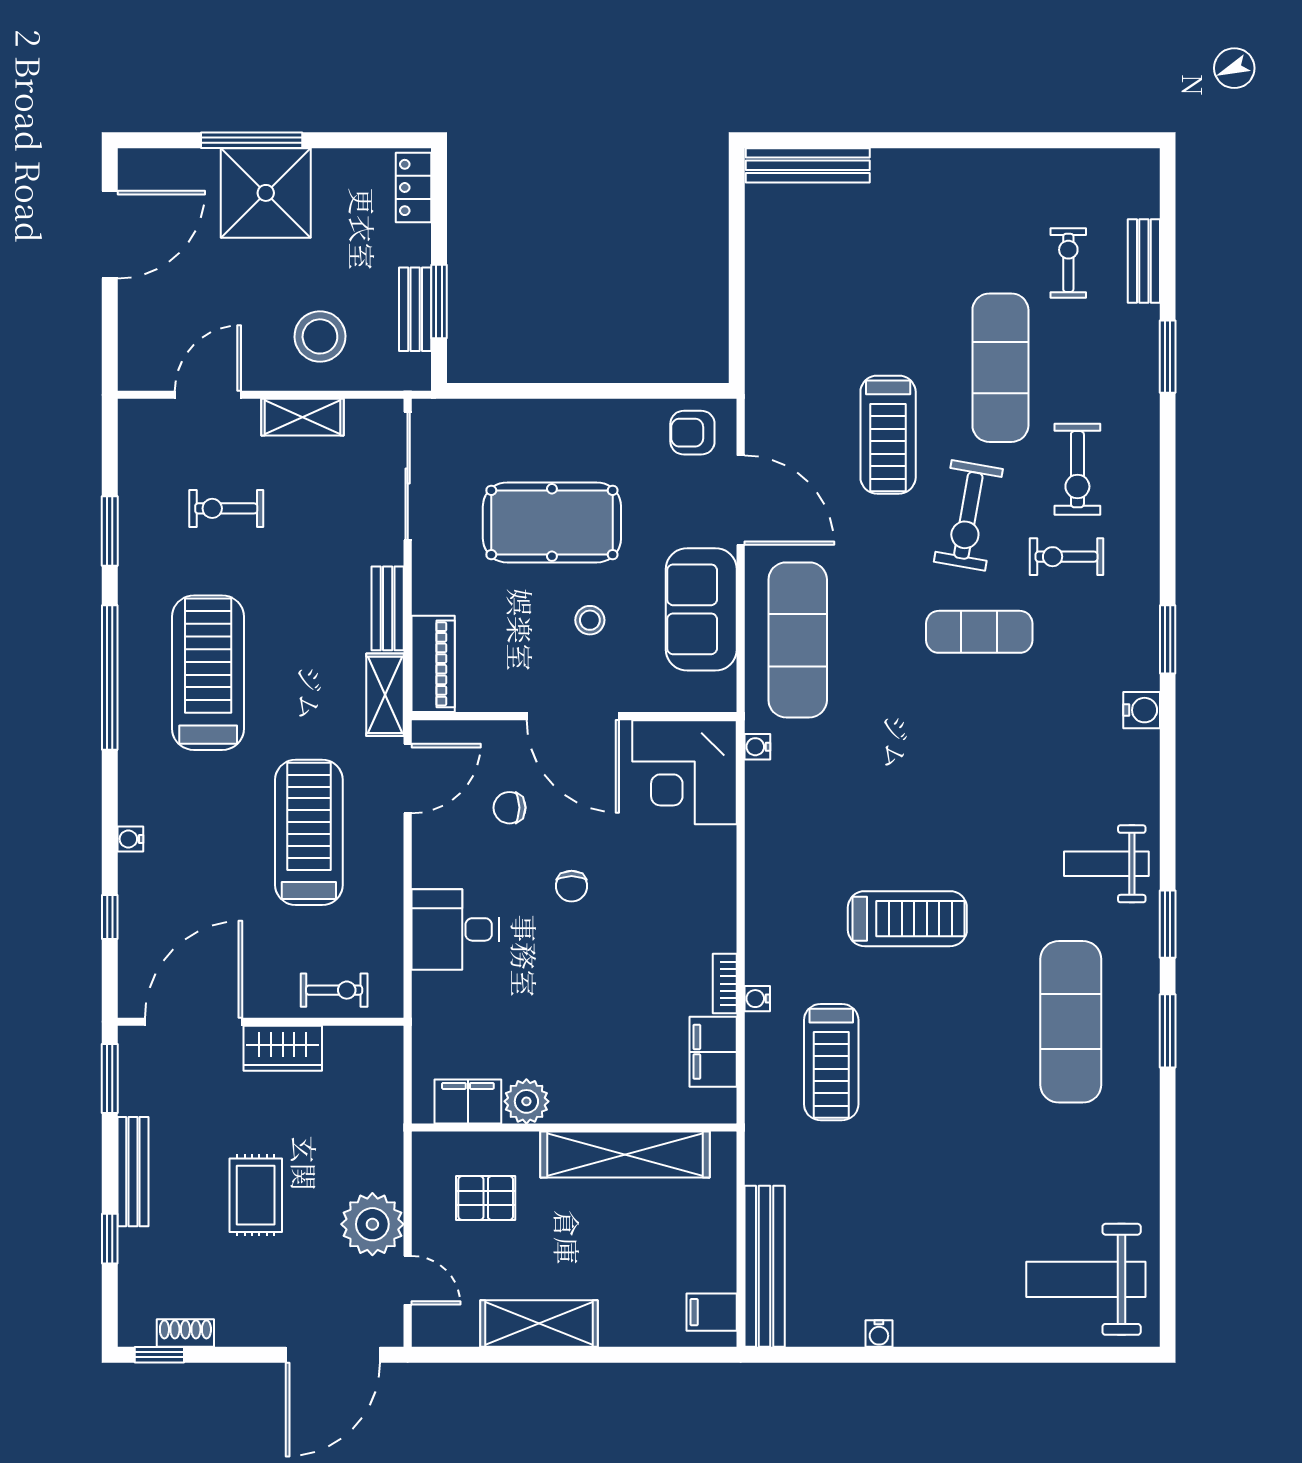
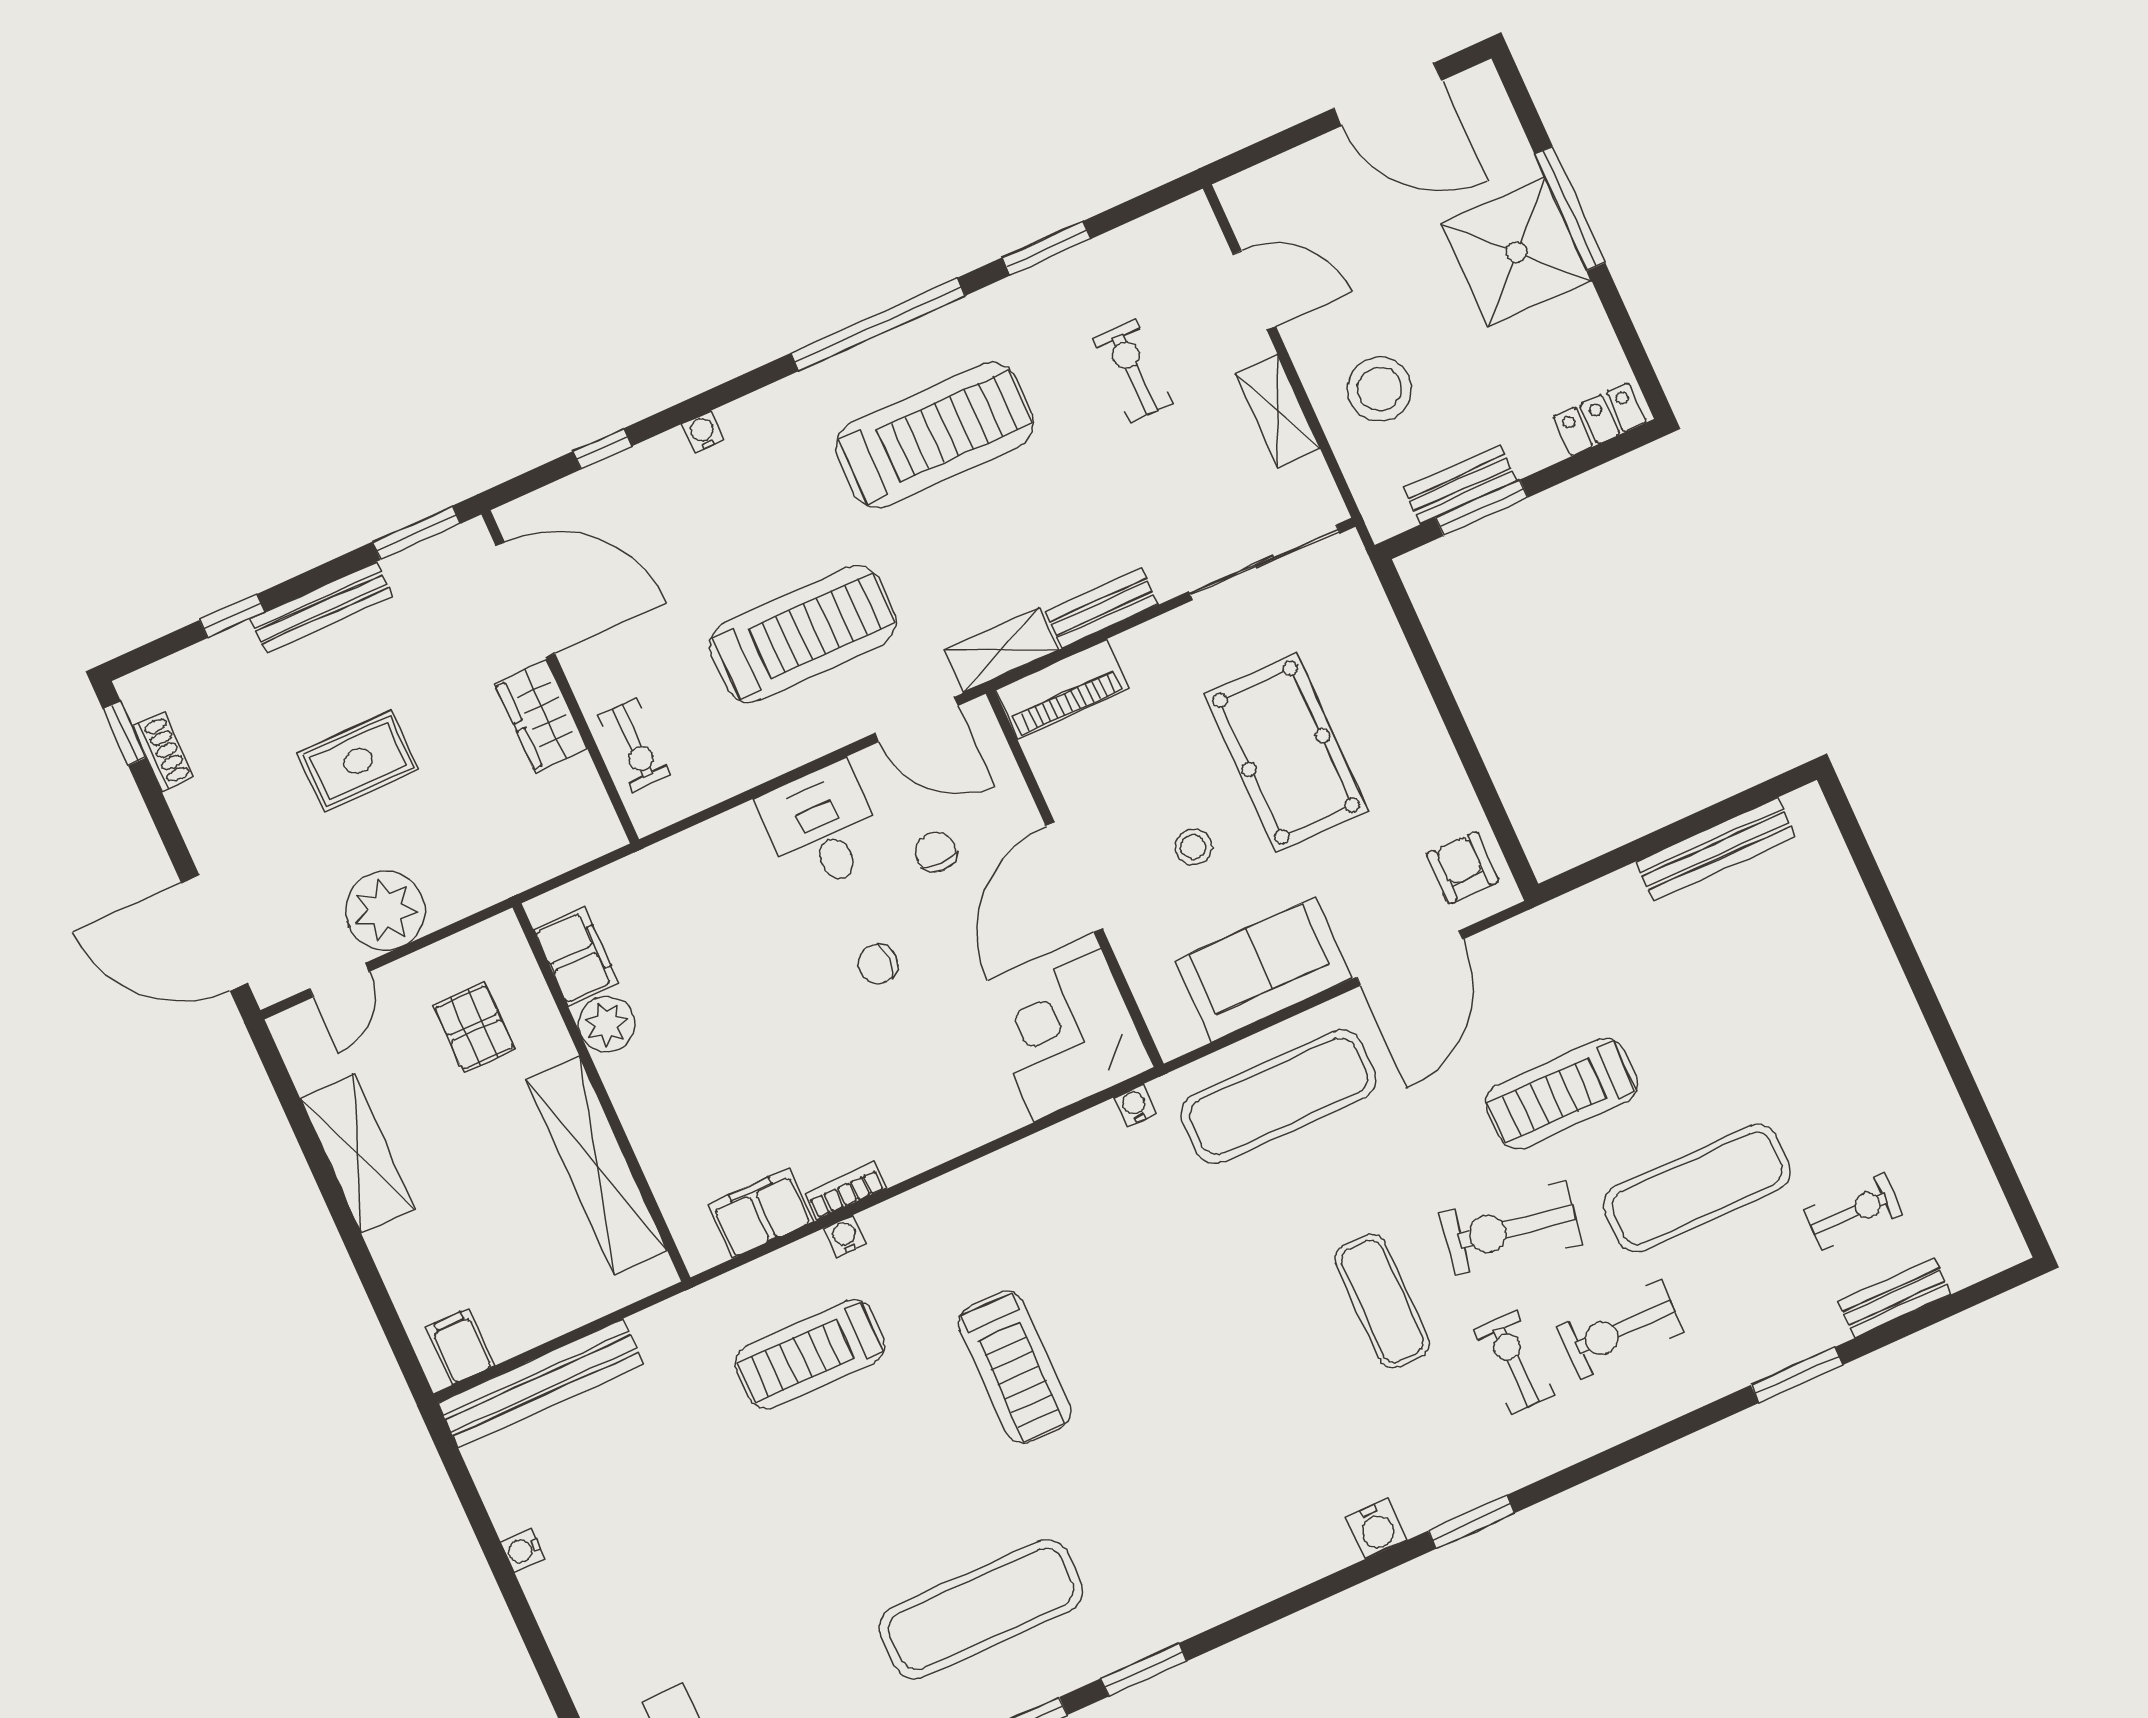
bench: (808, 165) -> (1716, 849), moved, turned 90
weight bench: (1106, 864) -> (1181, 1568), removed
desk: (455, 929) -> (822, 828), moved

